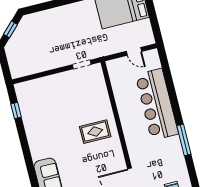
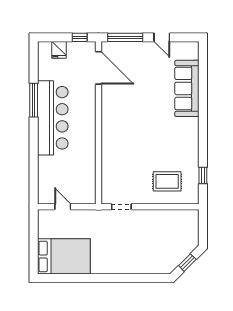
bar counter: (157, 104) -> (53, 118), moved
rug: (95, 132) -> (167, 181), moved

